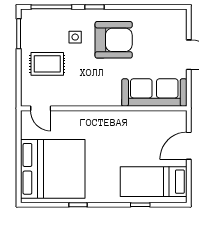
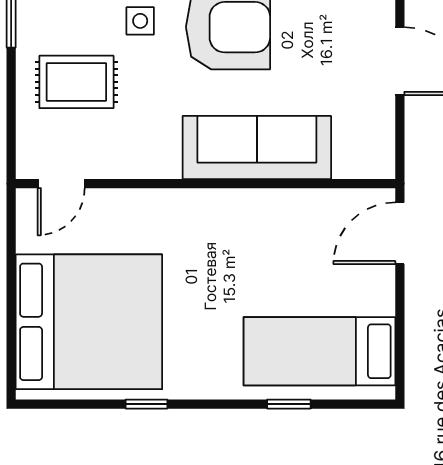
sofa: (154, 93) -> (257, 148), moved
door: (41, 108) -> (61, 184), hinge flipped
door: (189, 146) -> (400, 233), moved

